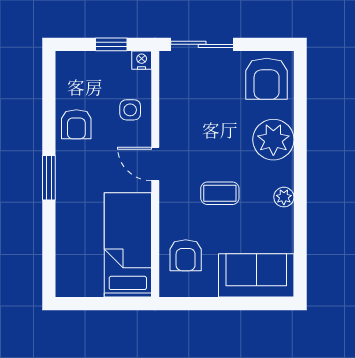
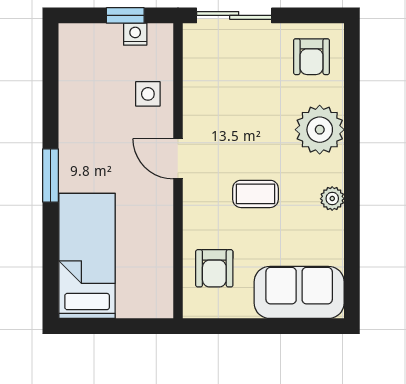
nightstand: (142, 60) -> (135, 34), moved
armchair: (267, 79) -> (311, 57), width x0.72, depth x0.72
armchair: (76, 124) -> (83, 111), removed
bed: (128, 245) -> (87, 256), moved

